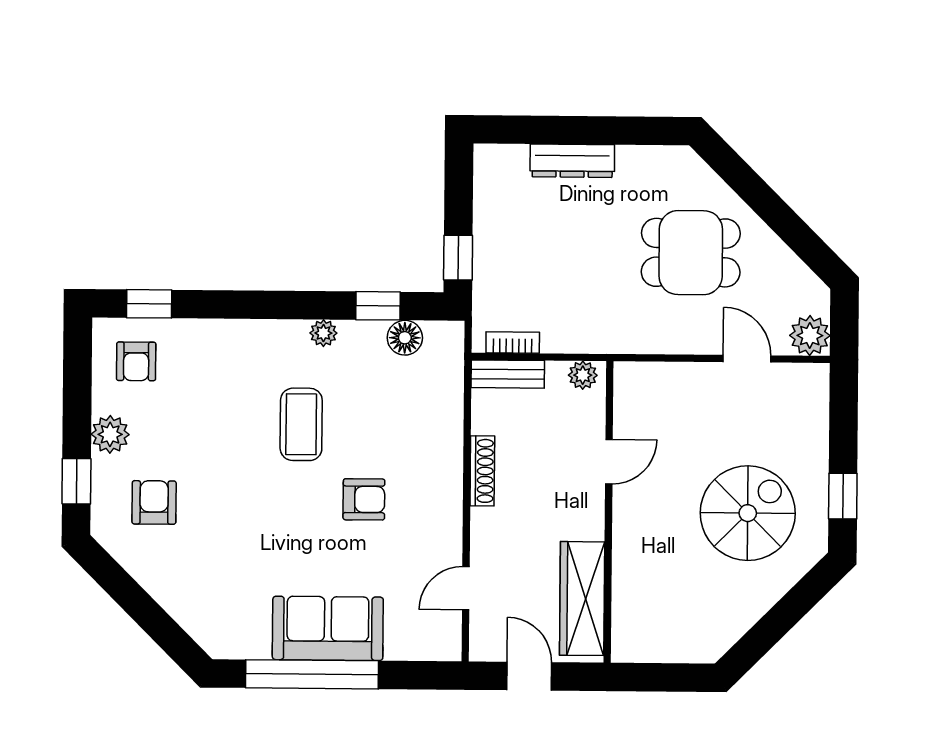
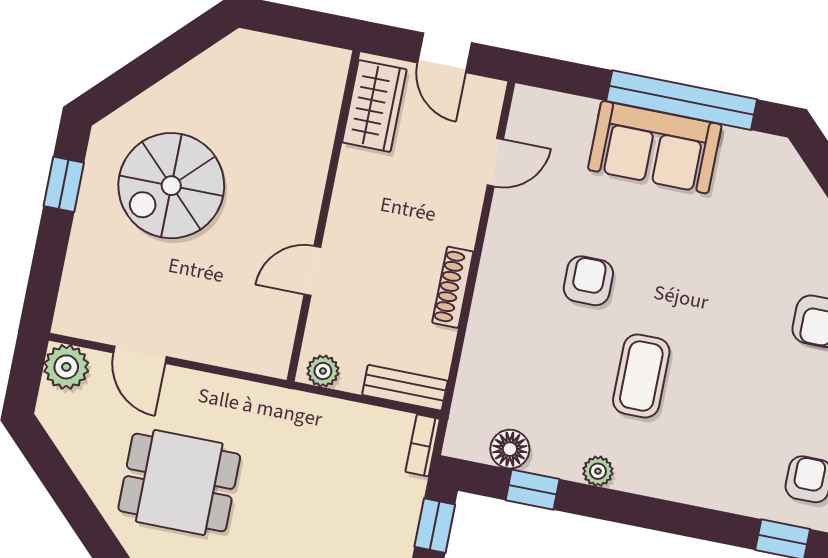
bookcase: (513, 343) -> (423, 445), moved, turned 90
armchair: (364, 499) -> (588, 281), turned 90
wardrobe: (582, 599) -> (374, 106), width x0.67

